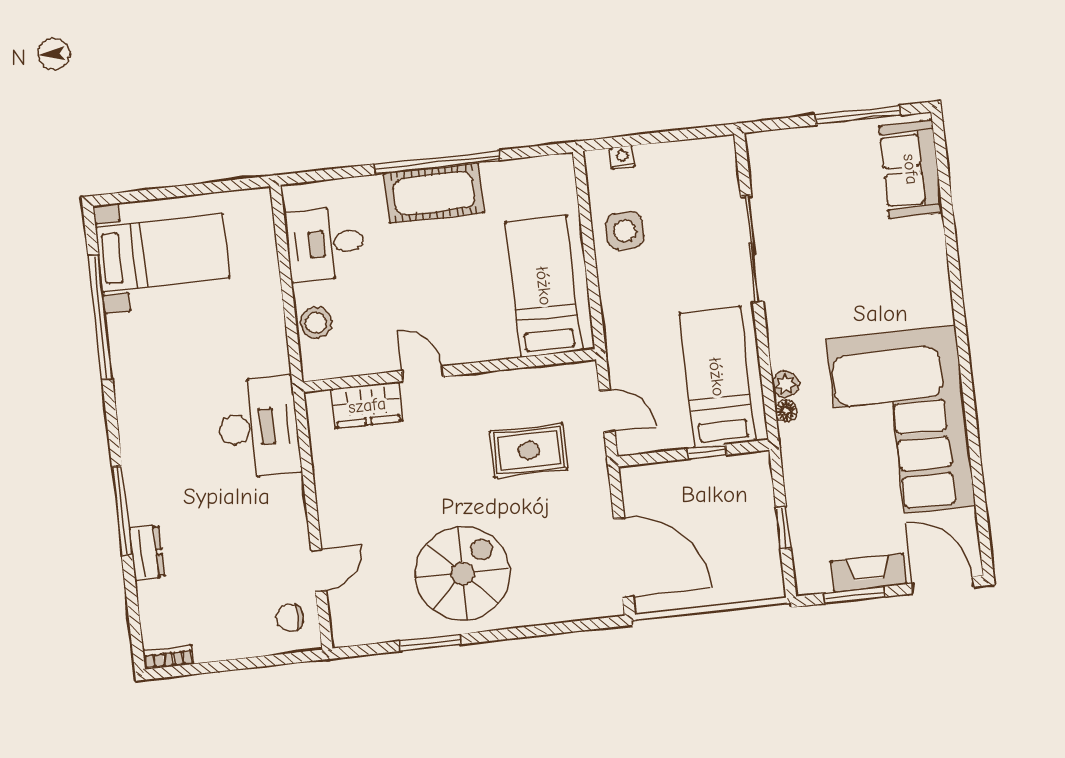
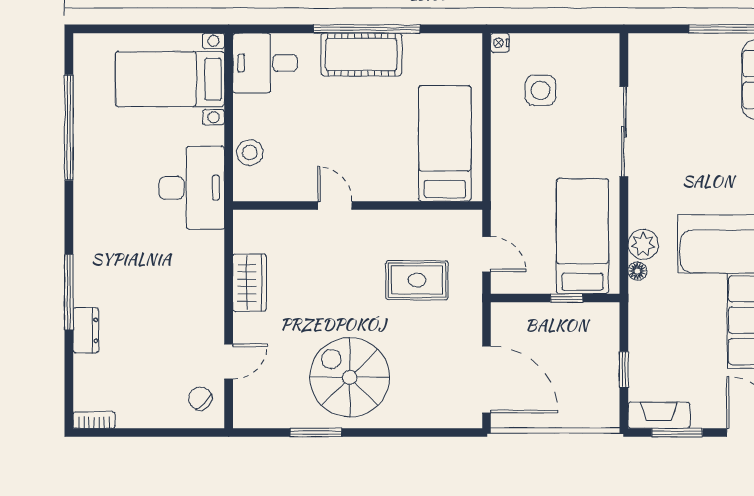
nightstand: (622, 157) -> (500, 43), moved, turned -90
side table: (625, 231) -> (541, 90), moved
desk: (325, 244) -> (265, 63), moved
bed with nightstands: (163, 253) -> (170, 79), moved, turned 180
plant: (785, 384) -> (643, 244), width x1.38, depth x1.38
wardrobe: (367, 405) -> (250, 283), moved, turned -90
desk: (259, 427) -> (192, 188), moved
spiral stairs: (463, 573) -> (350, 377), turned -90
fireplace: (869, 573) -> (659, 415), moved
chair: (290, 618) -> (200, 398), turned 44

